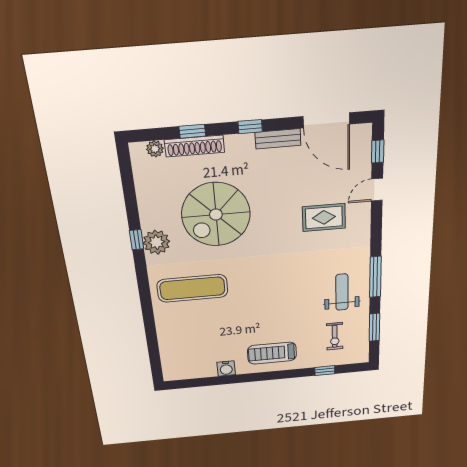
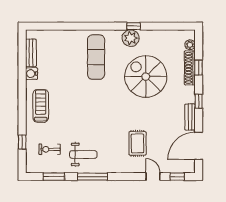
bench: (196, 372) -> (31, 53), added

